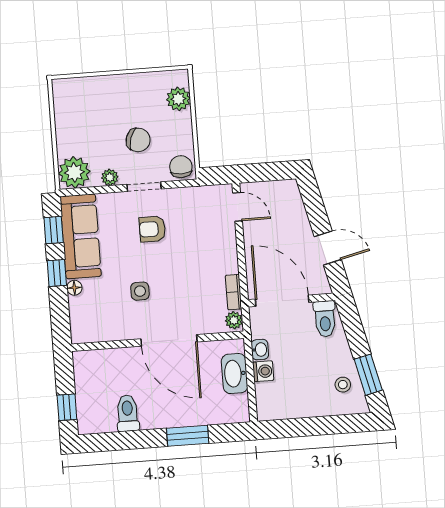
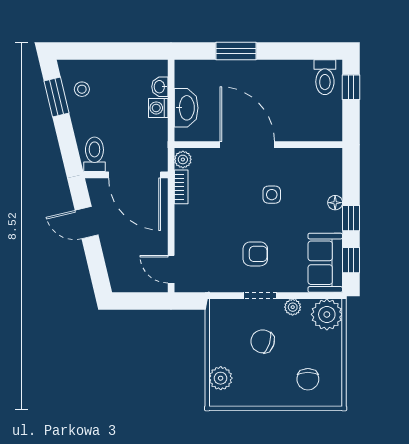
chair: (181, 167) -> (308, 379), moved
sofa: (81, 236) -> (325, 263), width x0.73
washbasin: (260, 350) -> (160, 87), moved
toilet: (128, 413) -> (325, 77), moved

